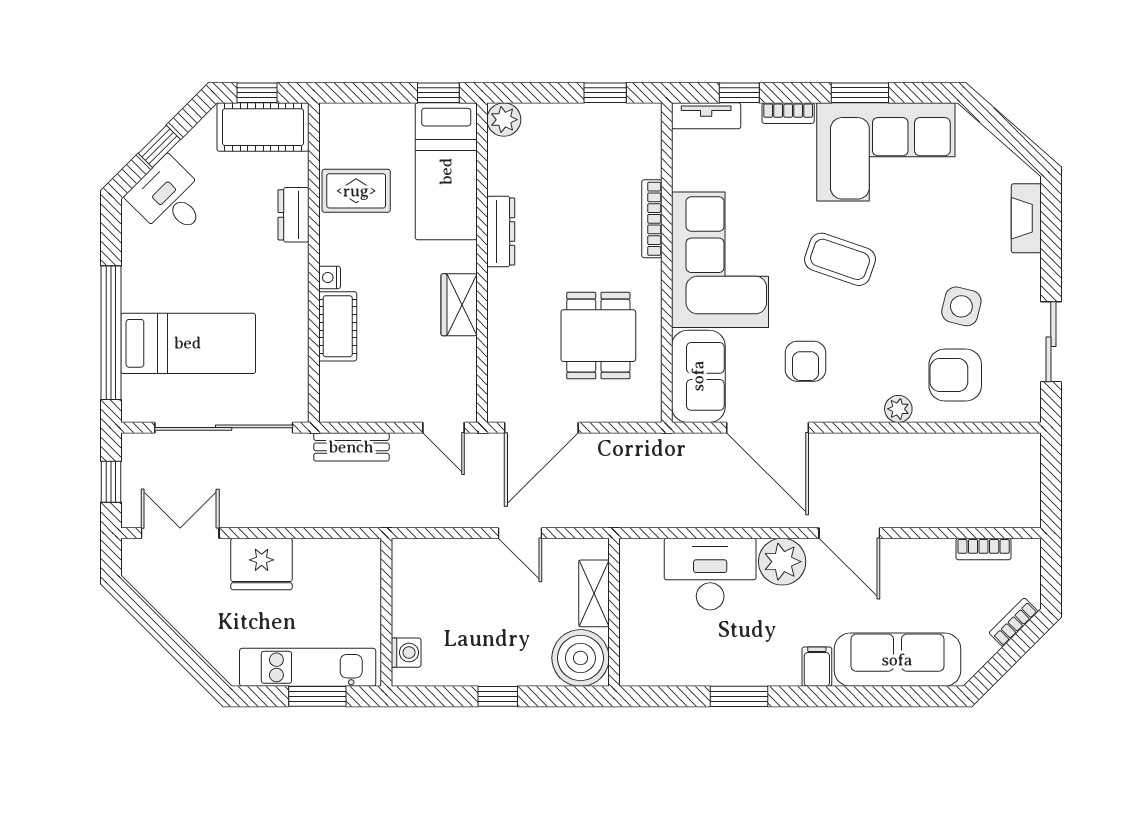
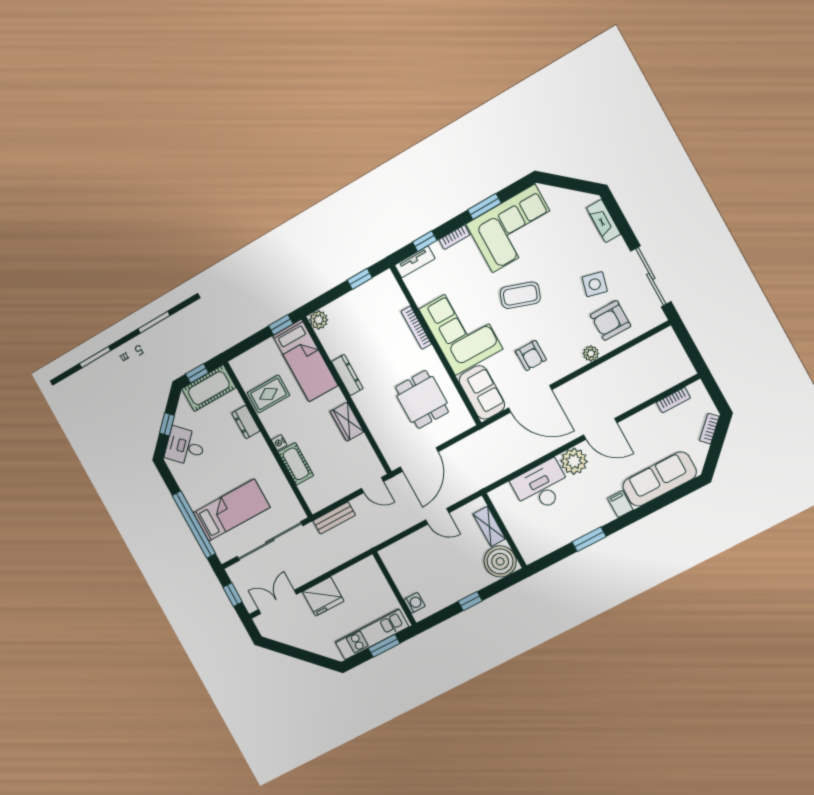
sliding door: (1051, 342) -> (651, 276), width x1.37

